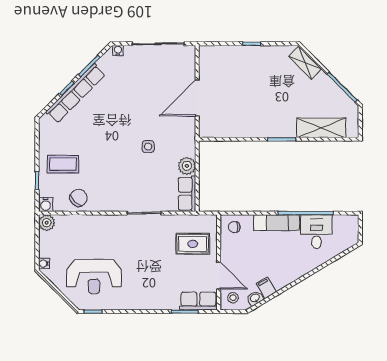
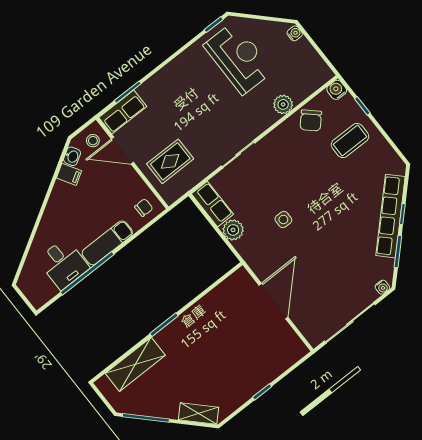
plant: (47, 223) -> (283, 104), moved
reception desk: (94, 276) -> (238, 58), turned 90

